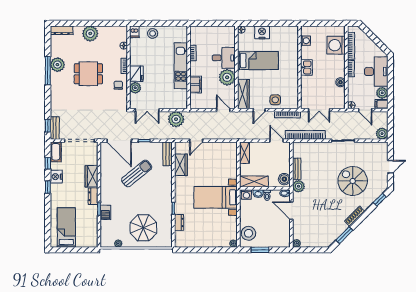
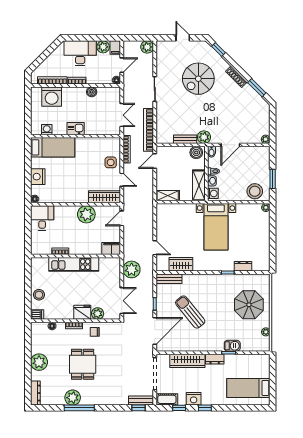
desk: (224, 58) -> (42, 218), moved
bed: (258, 61) -> (53, 147), moved, turned 90
filing cabinet: (195, 85) -> (111, 248), moved
wardrobe: (92, 176) -> (187, 361), width x1.50

